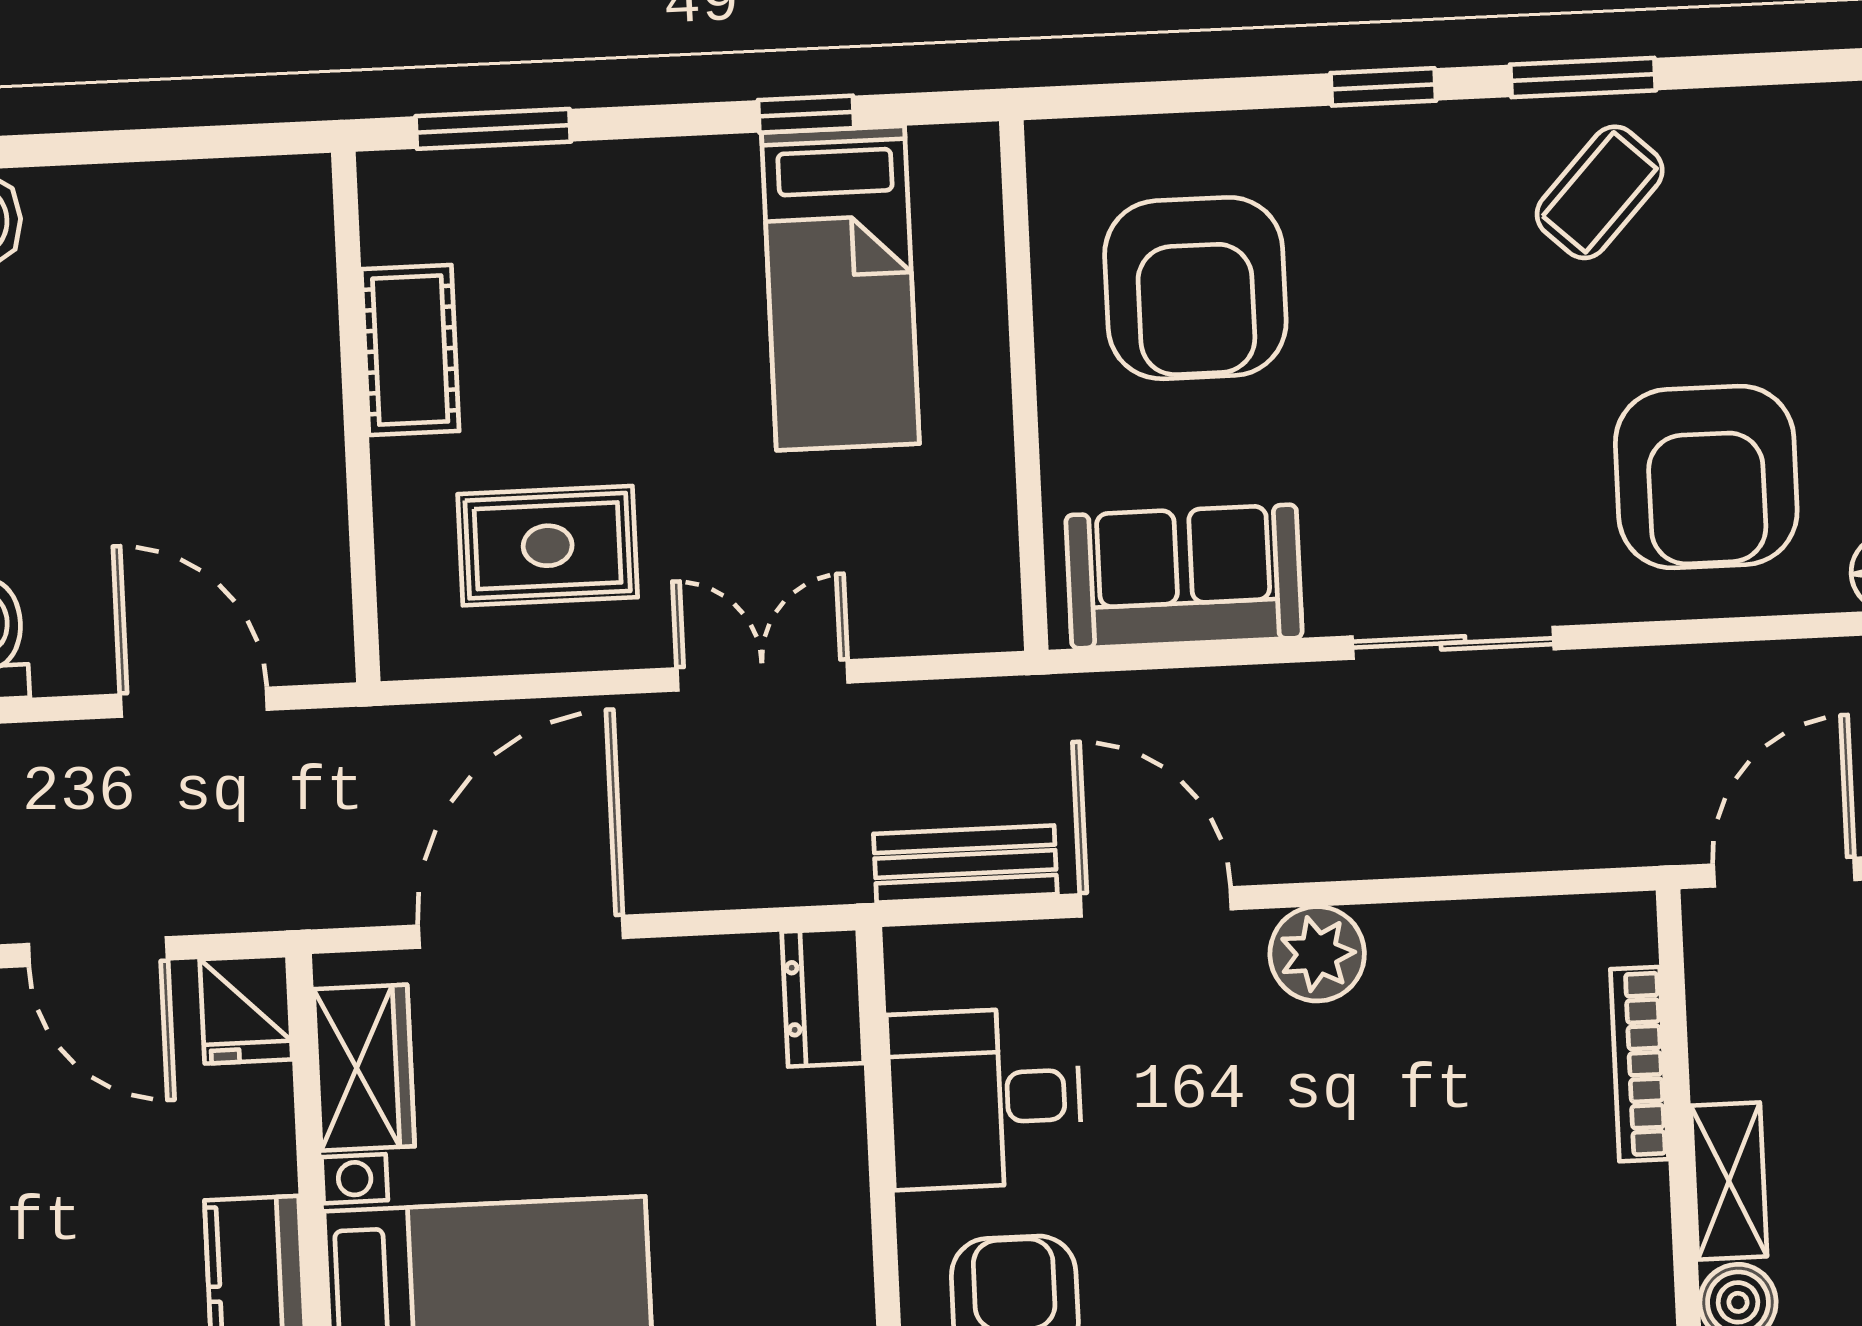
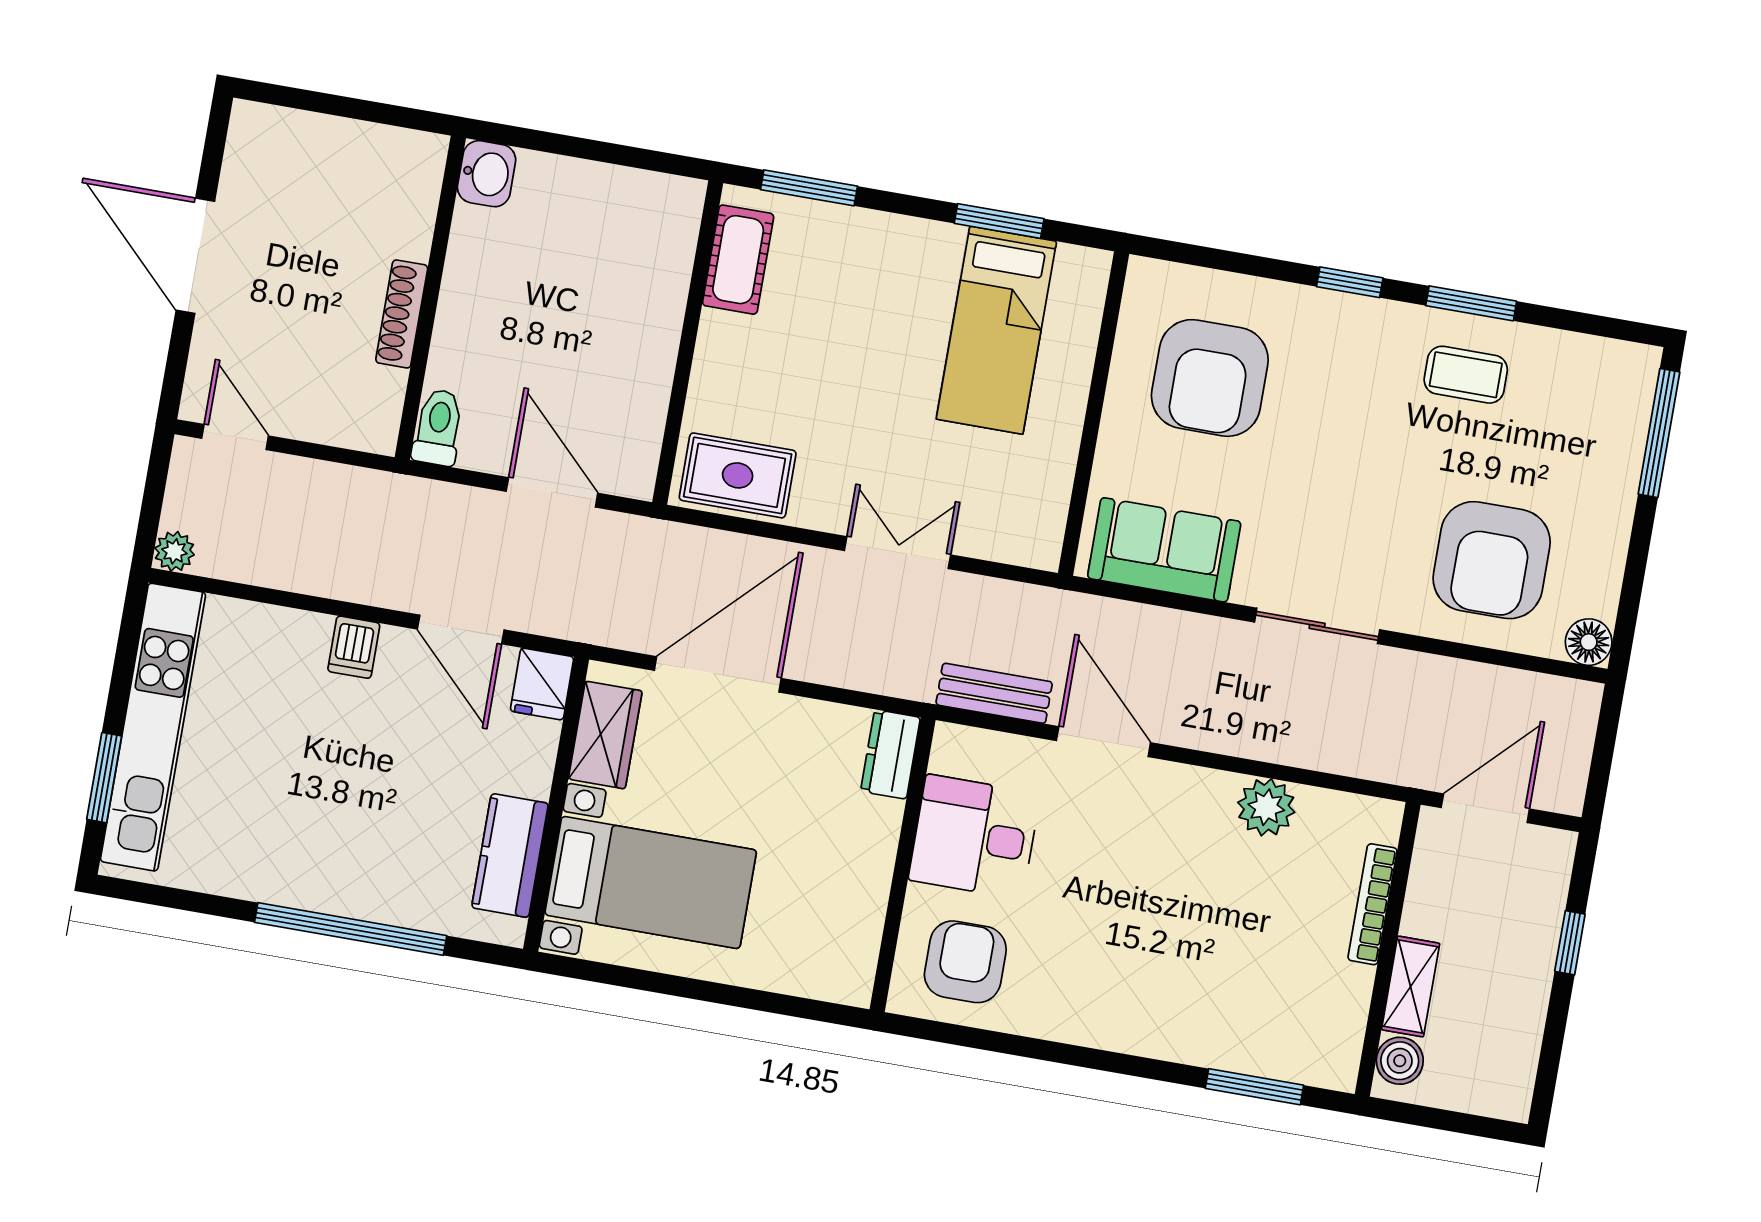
window: (806, 114) -> (999, 221), width x1.50
coffee table: (1600, 192) -> (1466, 375), turned 47
cot: (410, 350) -> (738, 260), moved
rug: (548, 546) -> (738, 475), moved
plant: (1317, 954) -> (1266, 807), moved

